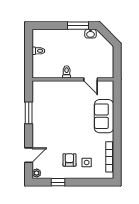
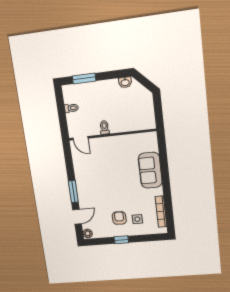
window: (78, 26) -> (84, 78), moved
door: (91, 79) -> (81, 138), moved
window: (29, 113) -> (73, 191), moved
window: (58, 182) -> (121, 240), moved

